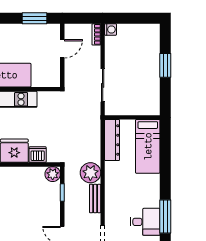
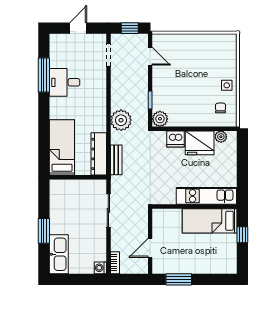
kitchen sink: (151, 43) -> (59, 254), added
bench: (95, 199) -> (116, 160), moved
desk: (145, 222) -> (65, 82), moved

